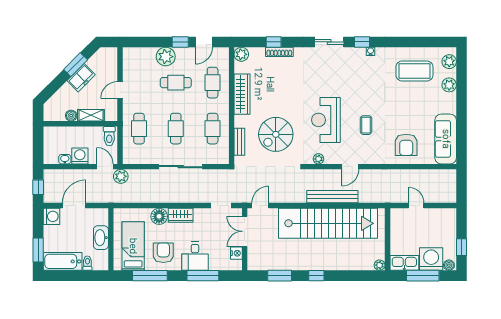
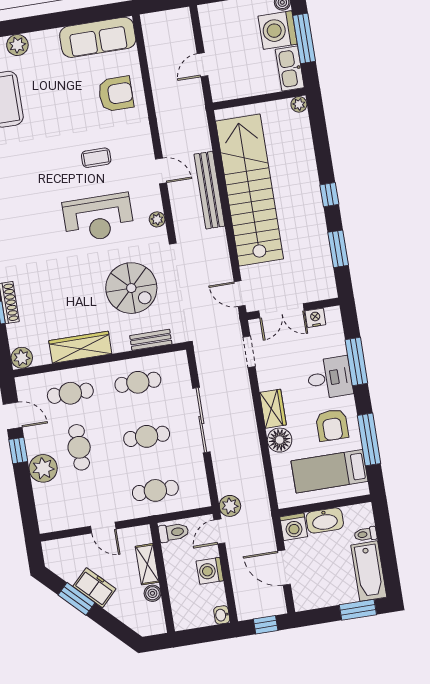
washbasin: (65, 159) -> (222, 615), moved
washing machine: (52, 216) -> (294, 527), moved, turned 180
armchair: (163, 253) -> (332, 425), turned -90

